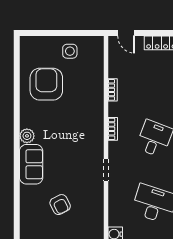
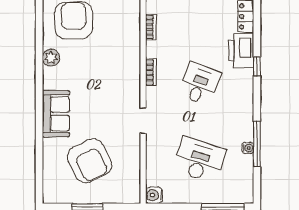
plant: (27, 136) -> (51, 58), moved
armchair: (60, 205) -> (90, 161), width x1.88, depth x1.88

